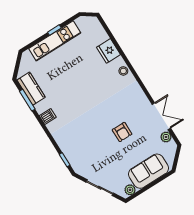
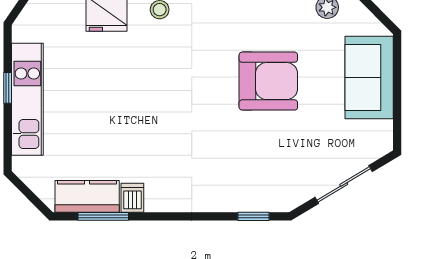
dishwasher: (48, 116) -> (132, 198), moved
armchair: (122, 132) -> (268, 81), width x1.88, depth x1.88
plant: (130, 190) -> (382, 132), removed

